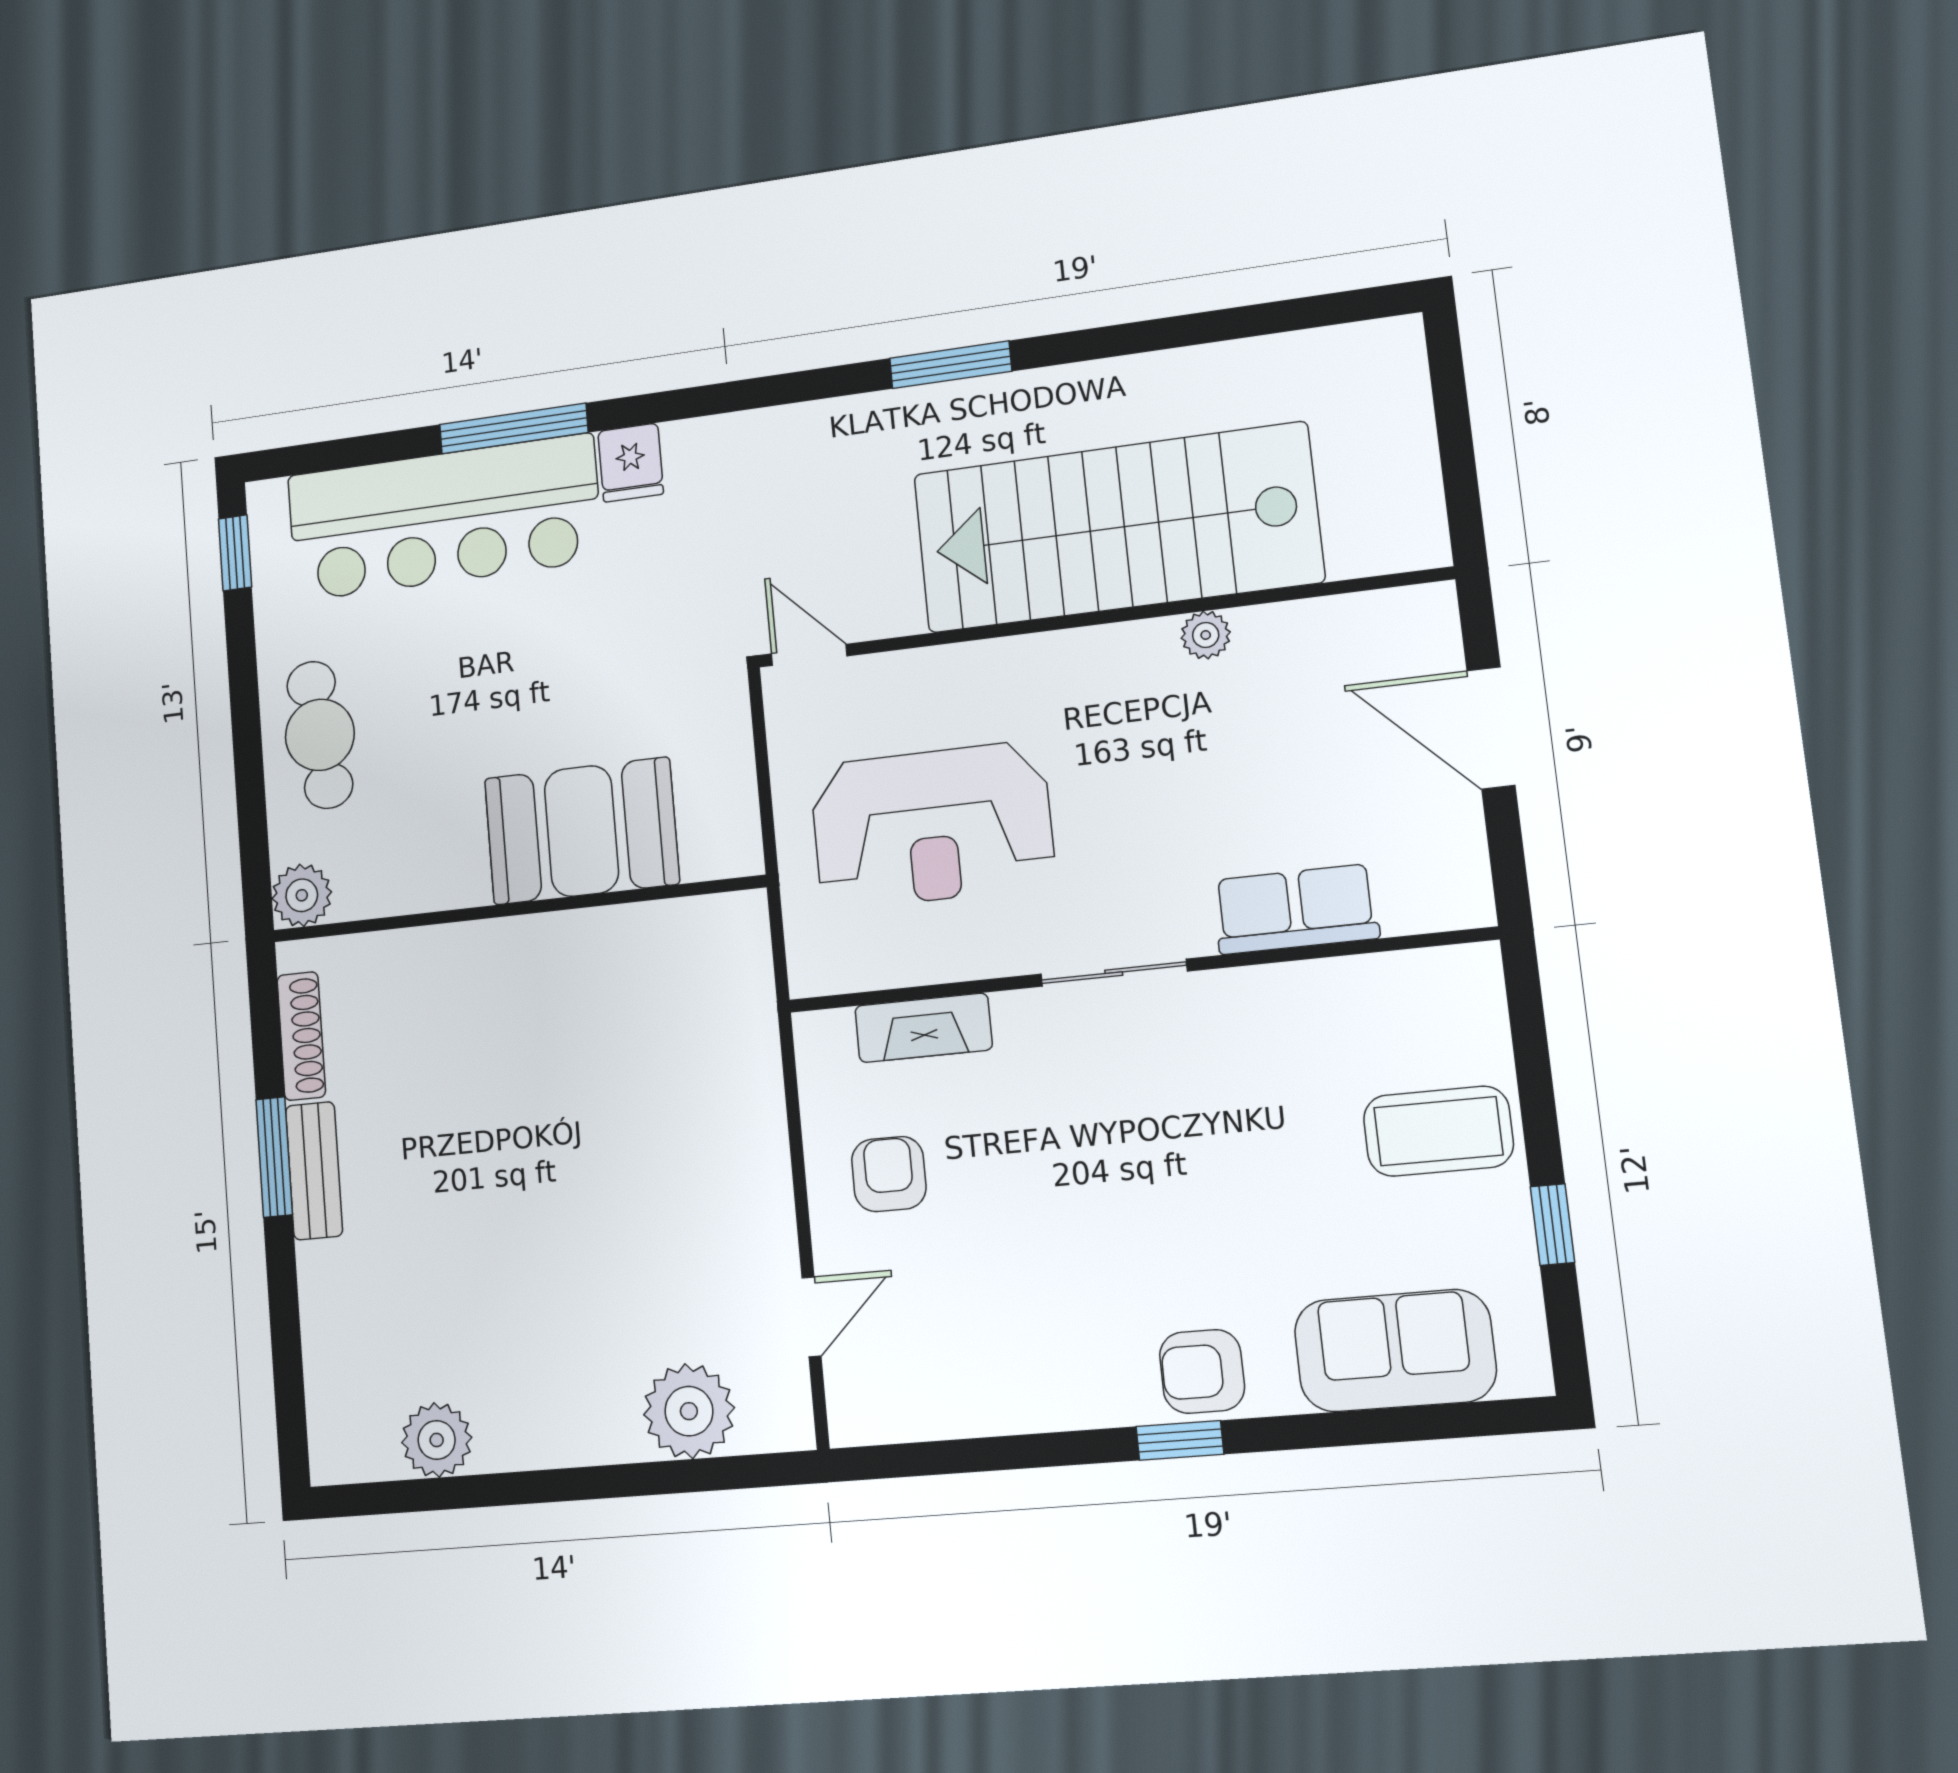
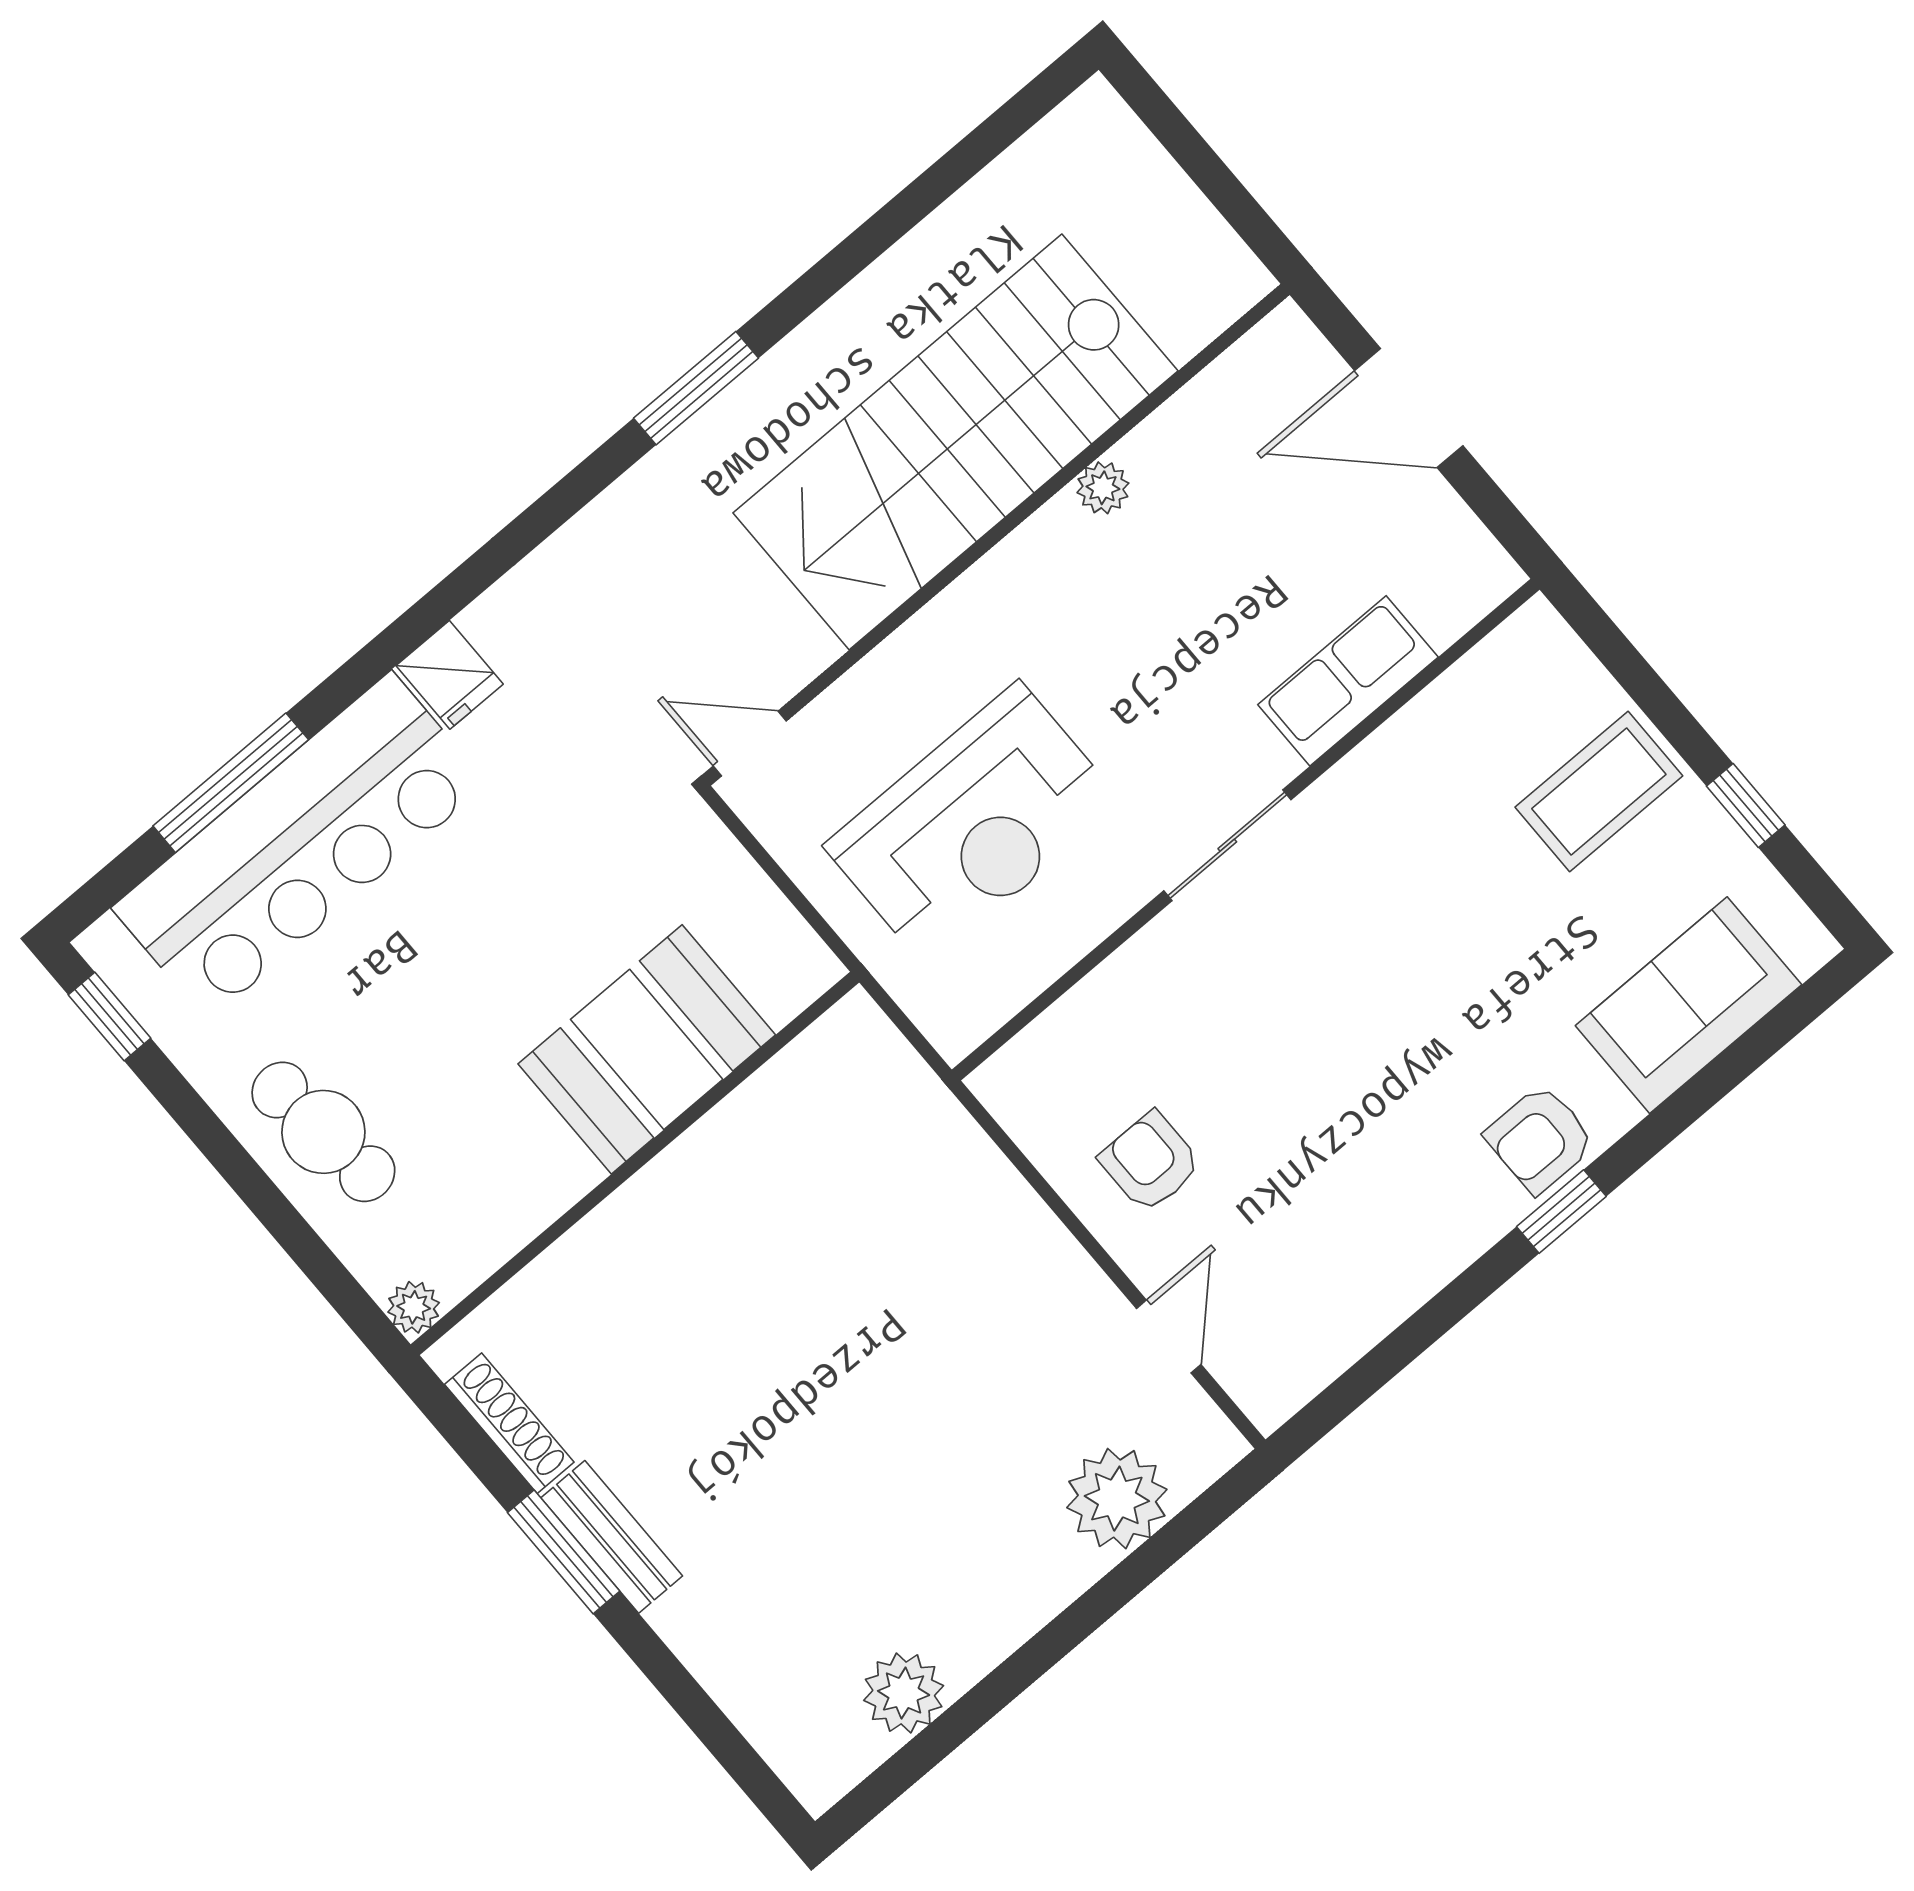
window: (514, 428) -> (231, 783), moved
plant: (302, 895) -> (414, 1307), width x0.73, depth x0.73
fireplace: (923, 1028) -> (1091, 1011), removed

